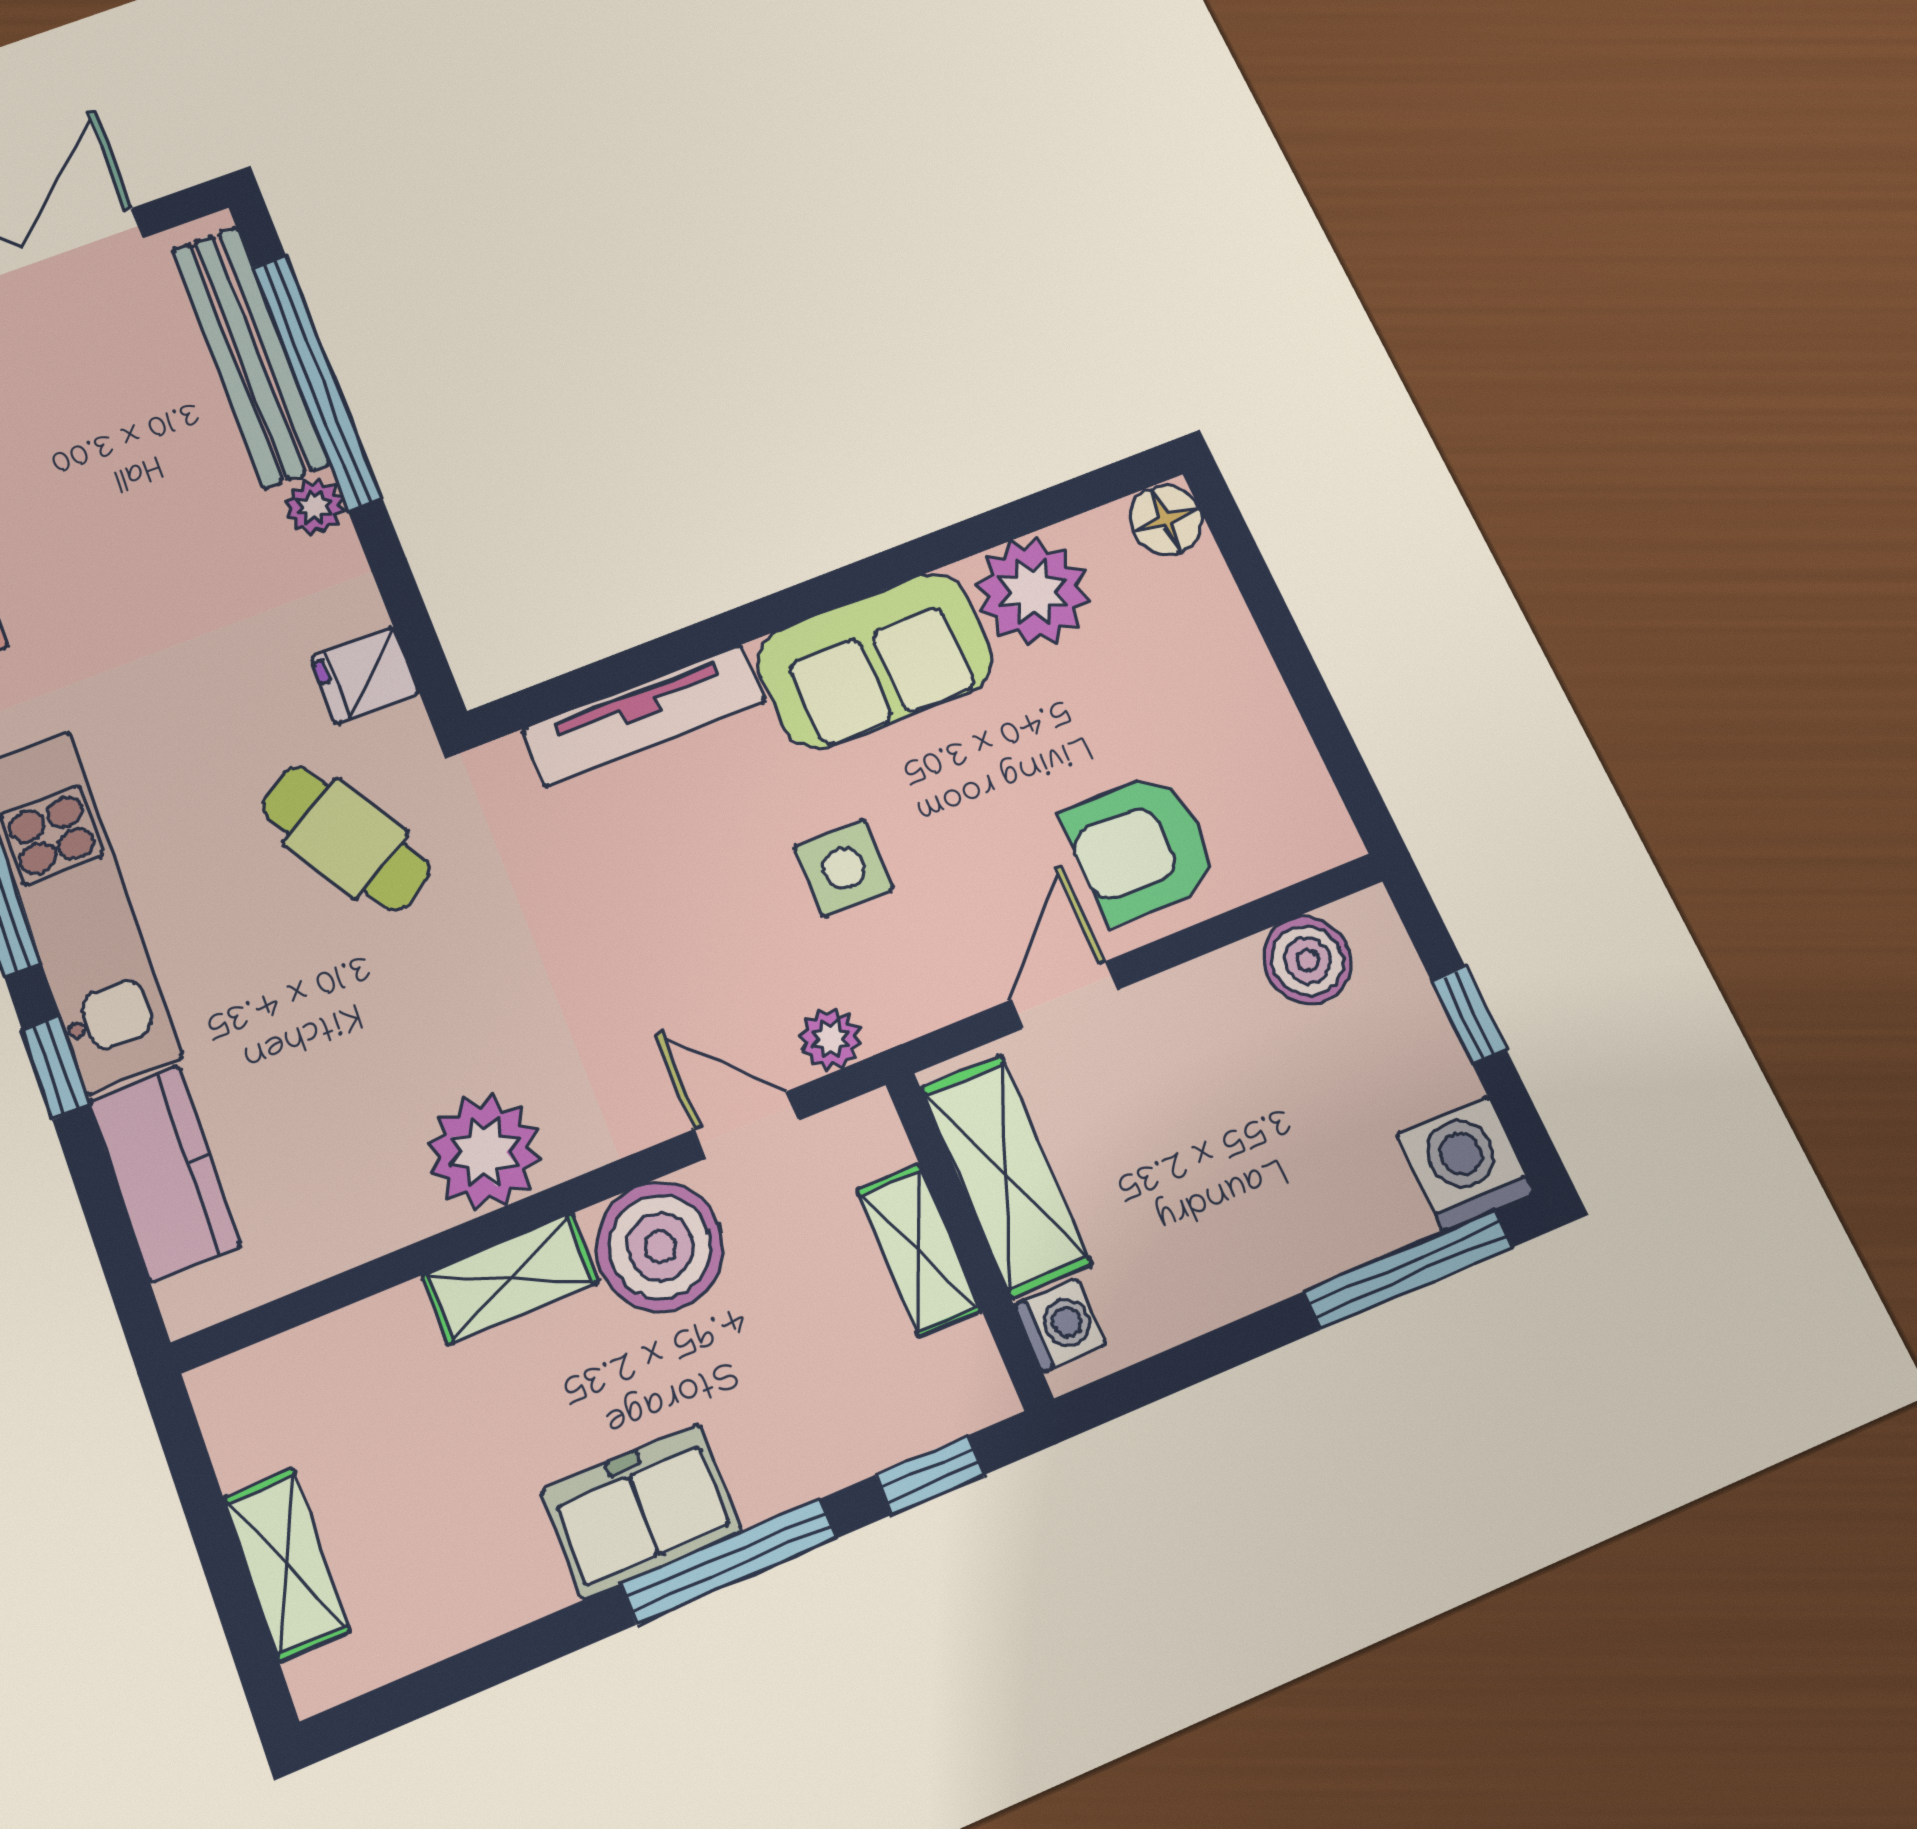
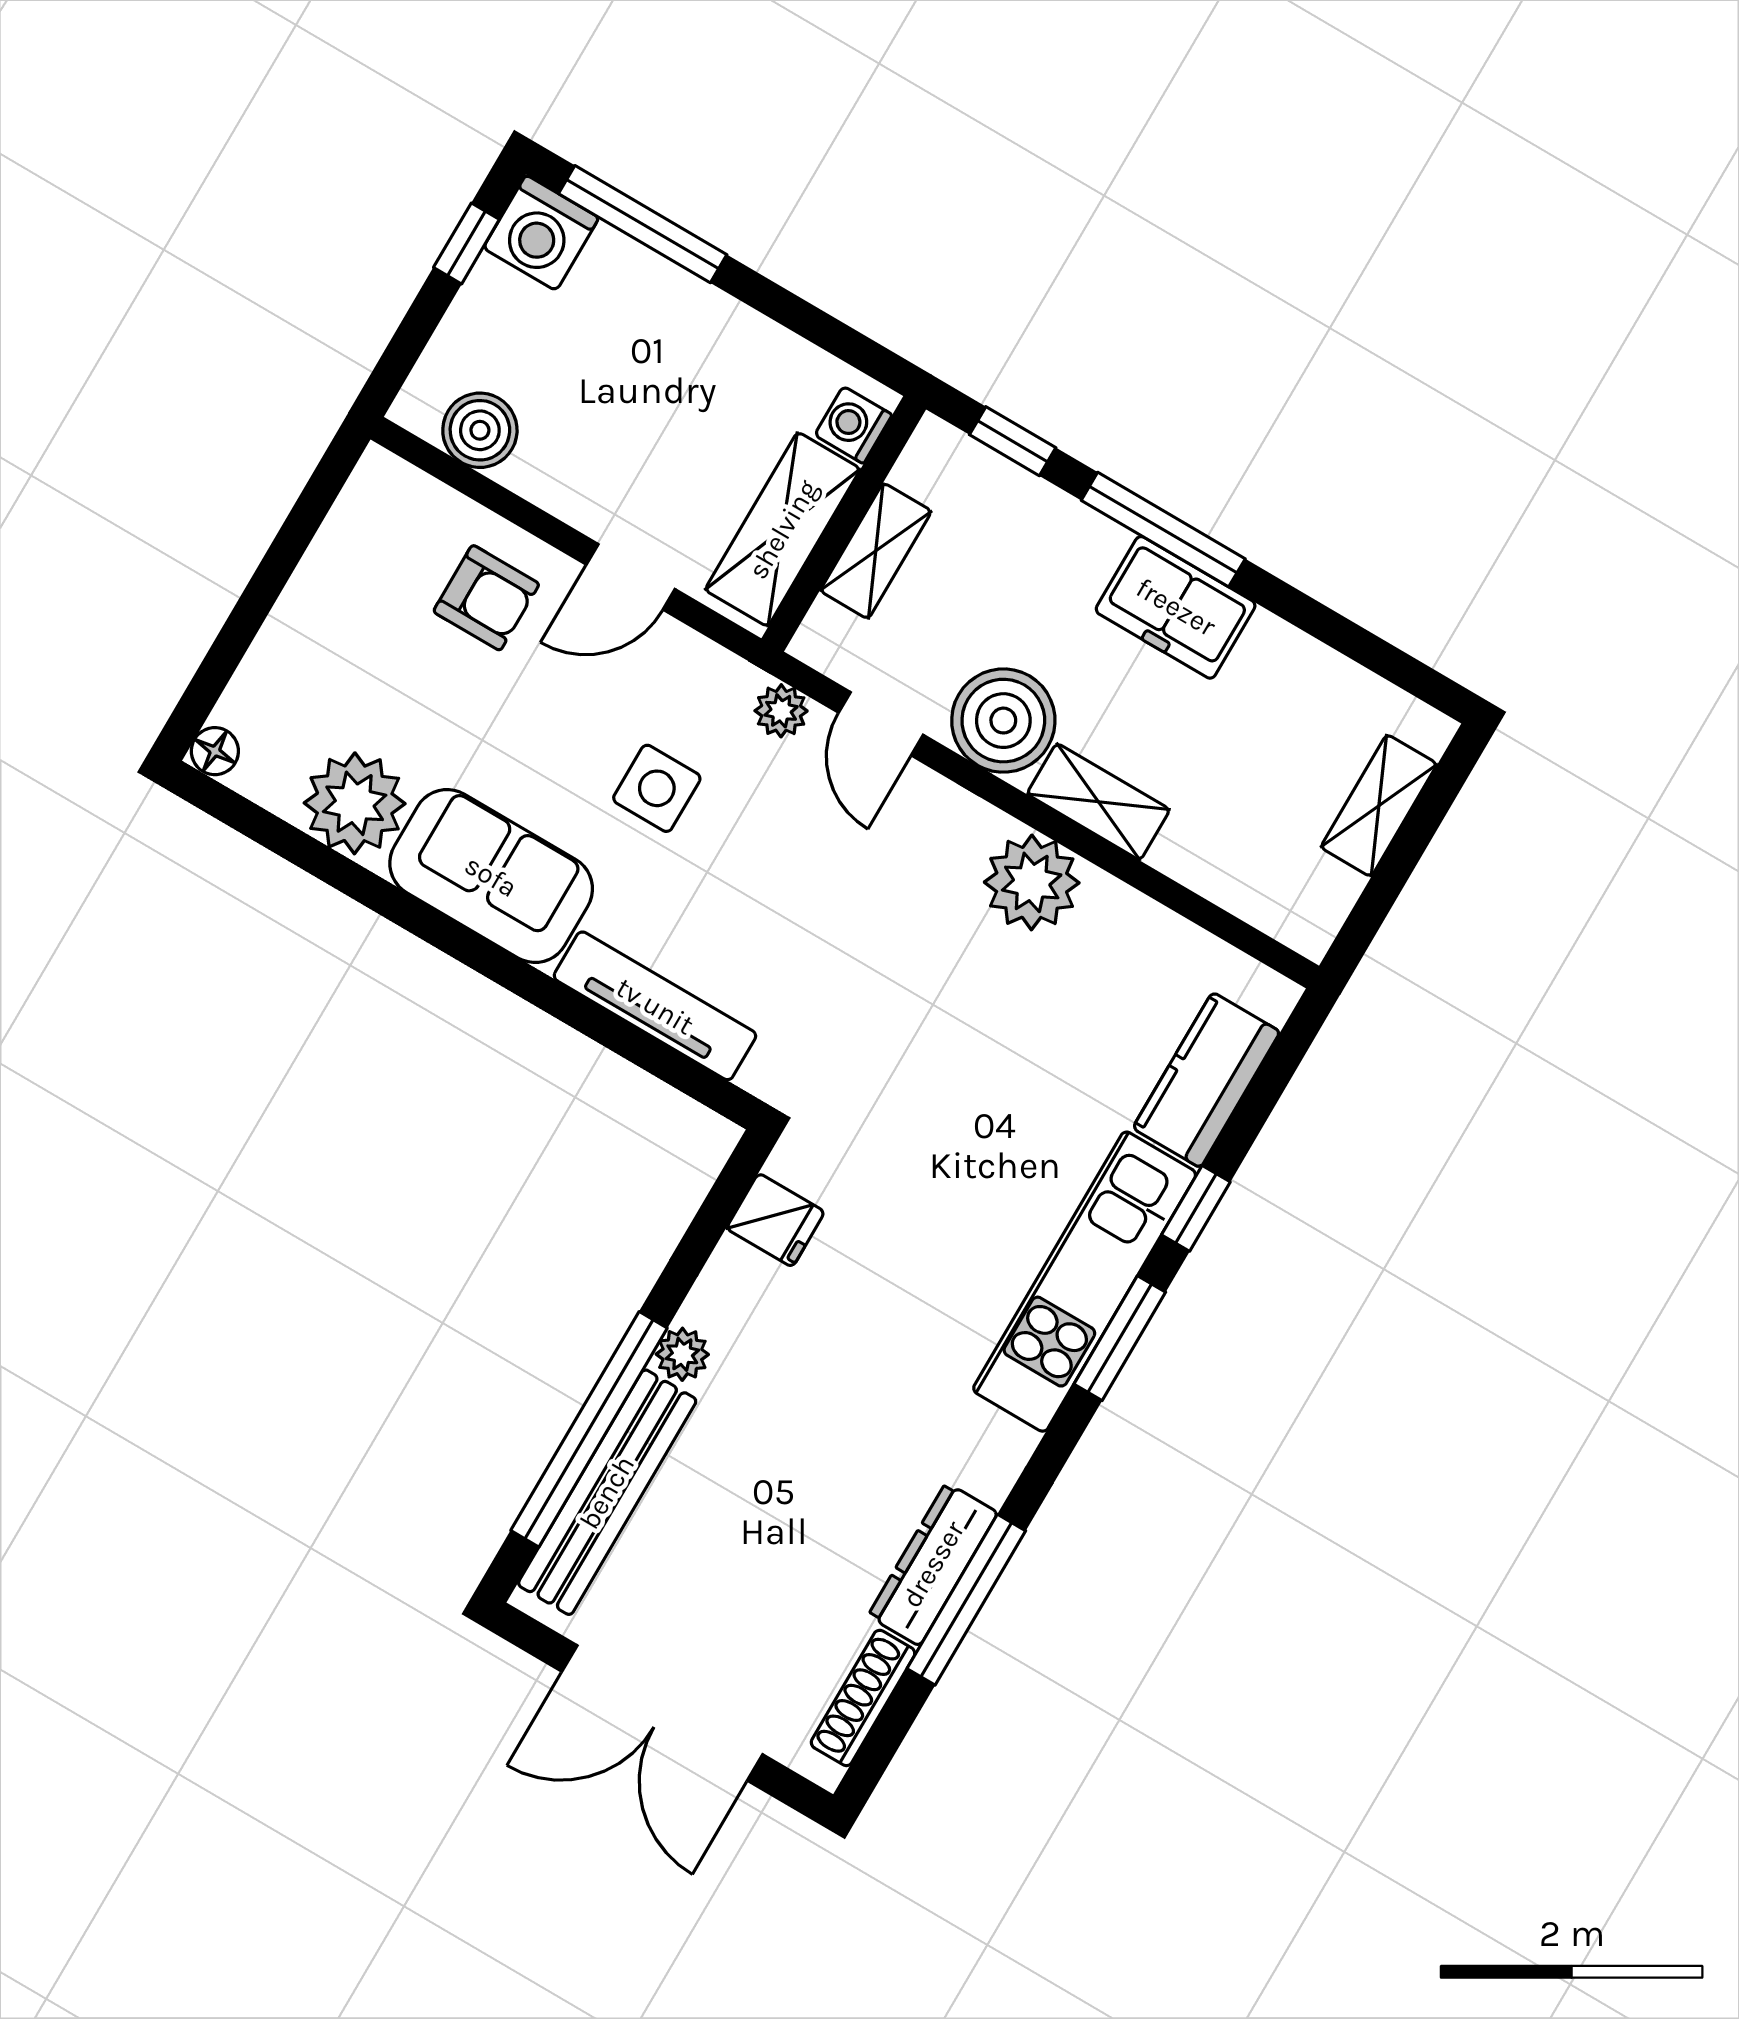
floor lamp: (1166, 520) -> (215, 751), width x0.73, depth x0.73
cafe table: (346, 838) -> (898, 1141), removed
armchair: (1140, 847) -> (486, 598), width x0.72, depth x0.72
window: (1469, 1015) -> (466, 243), moved

